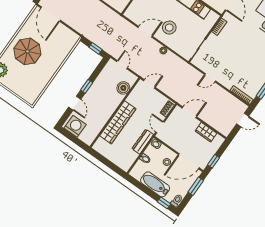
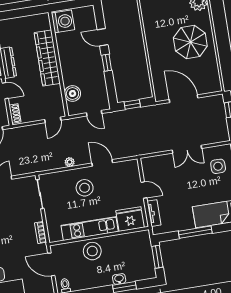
door: (51, 14) -> (184, 99), moved
door: (145, 32) -> (102, 163), swing flipped
washing machine: (75, 126) -> (63, 21), moved, turned -90

